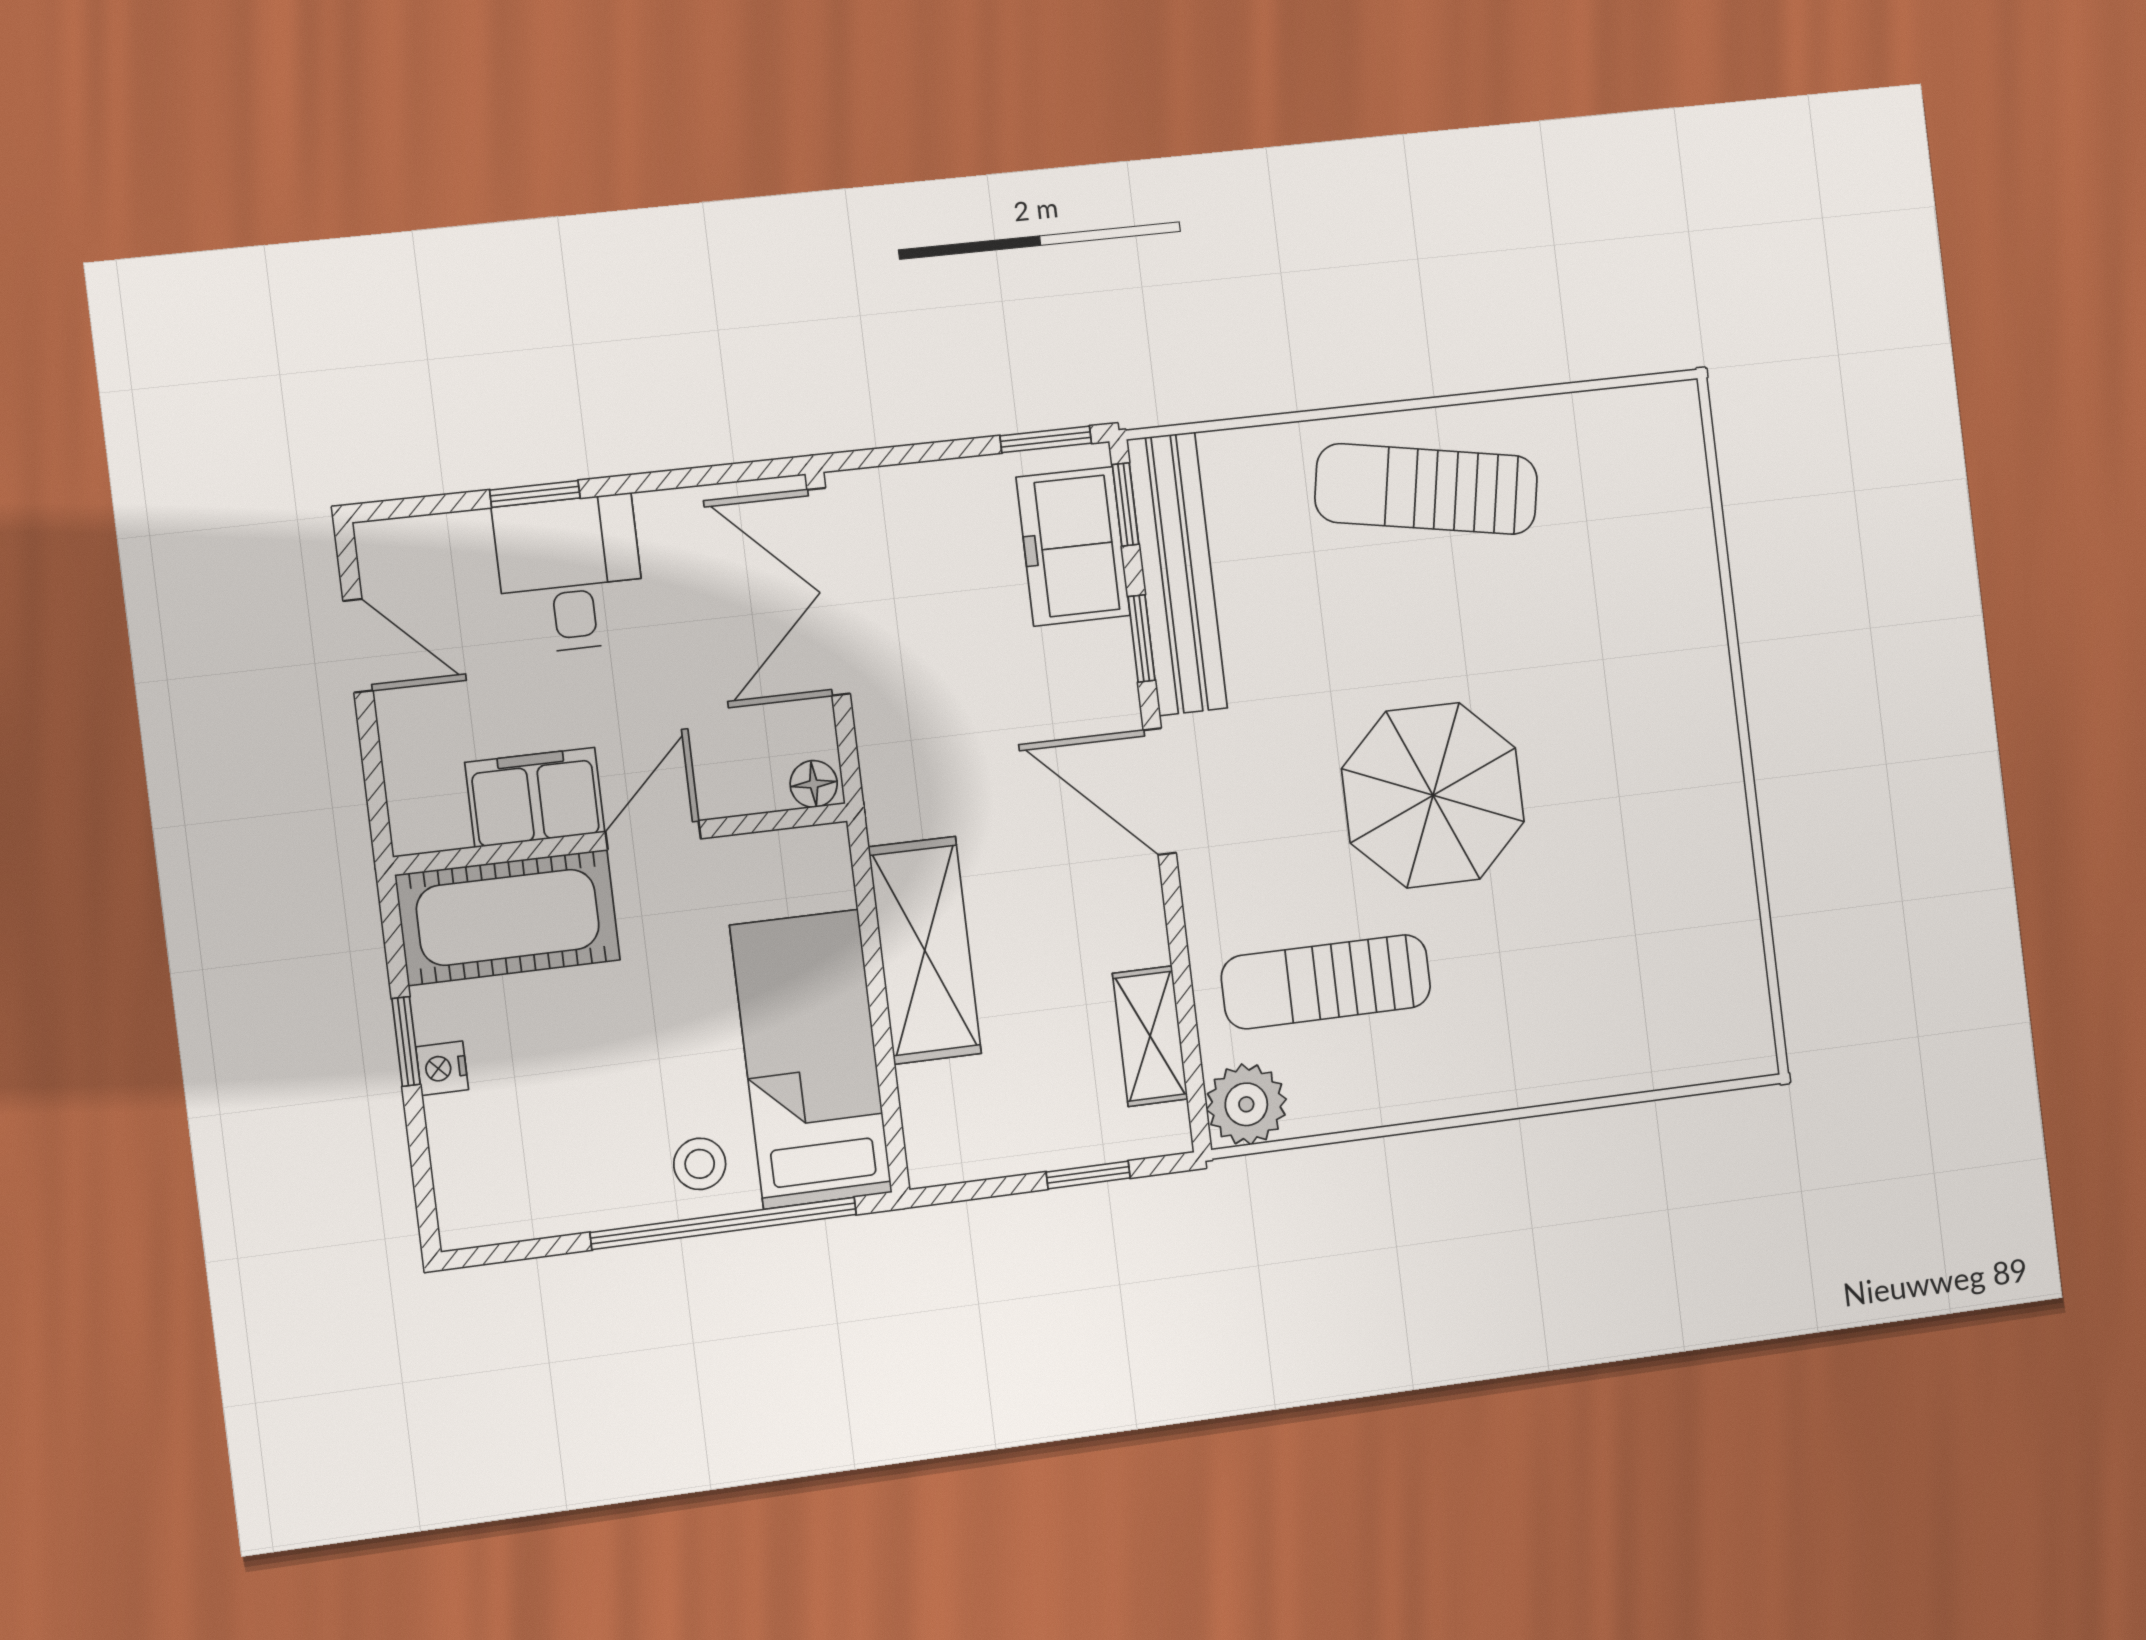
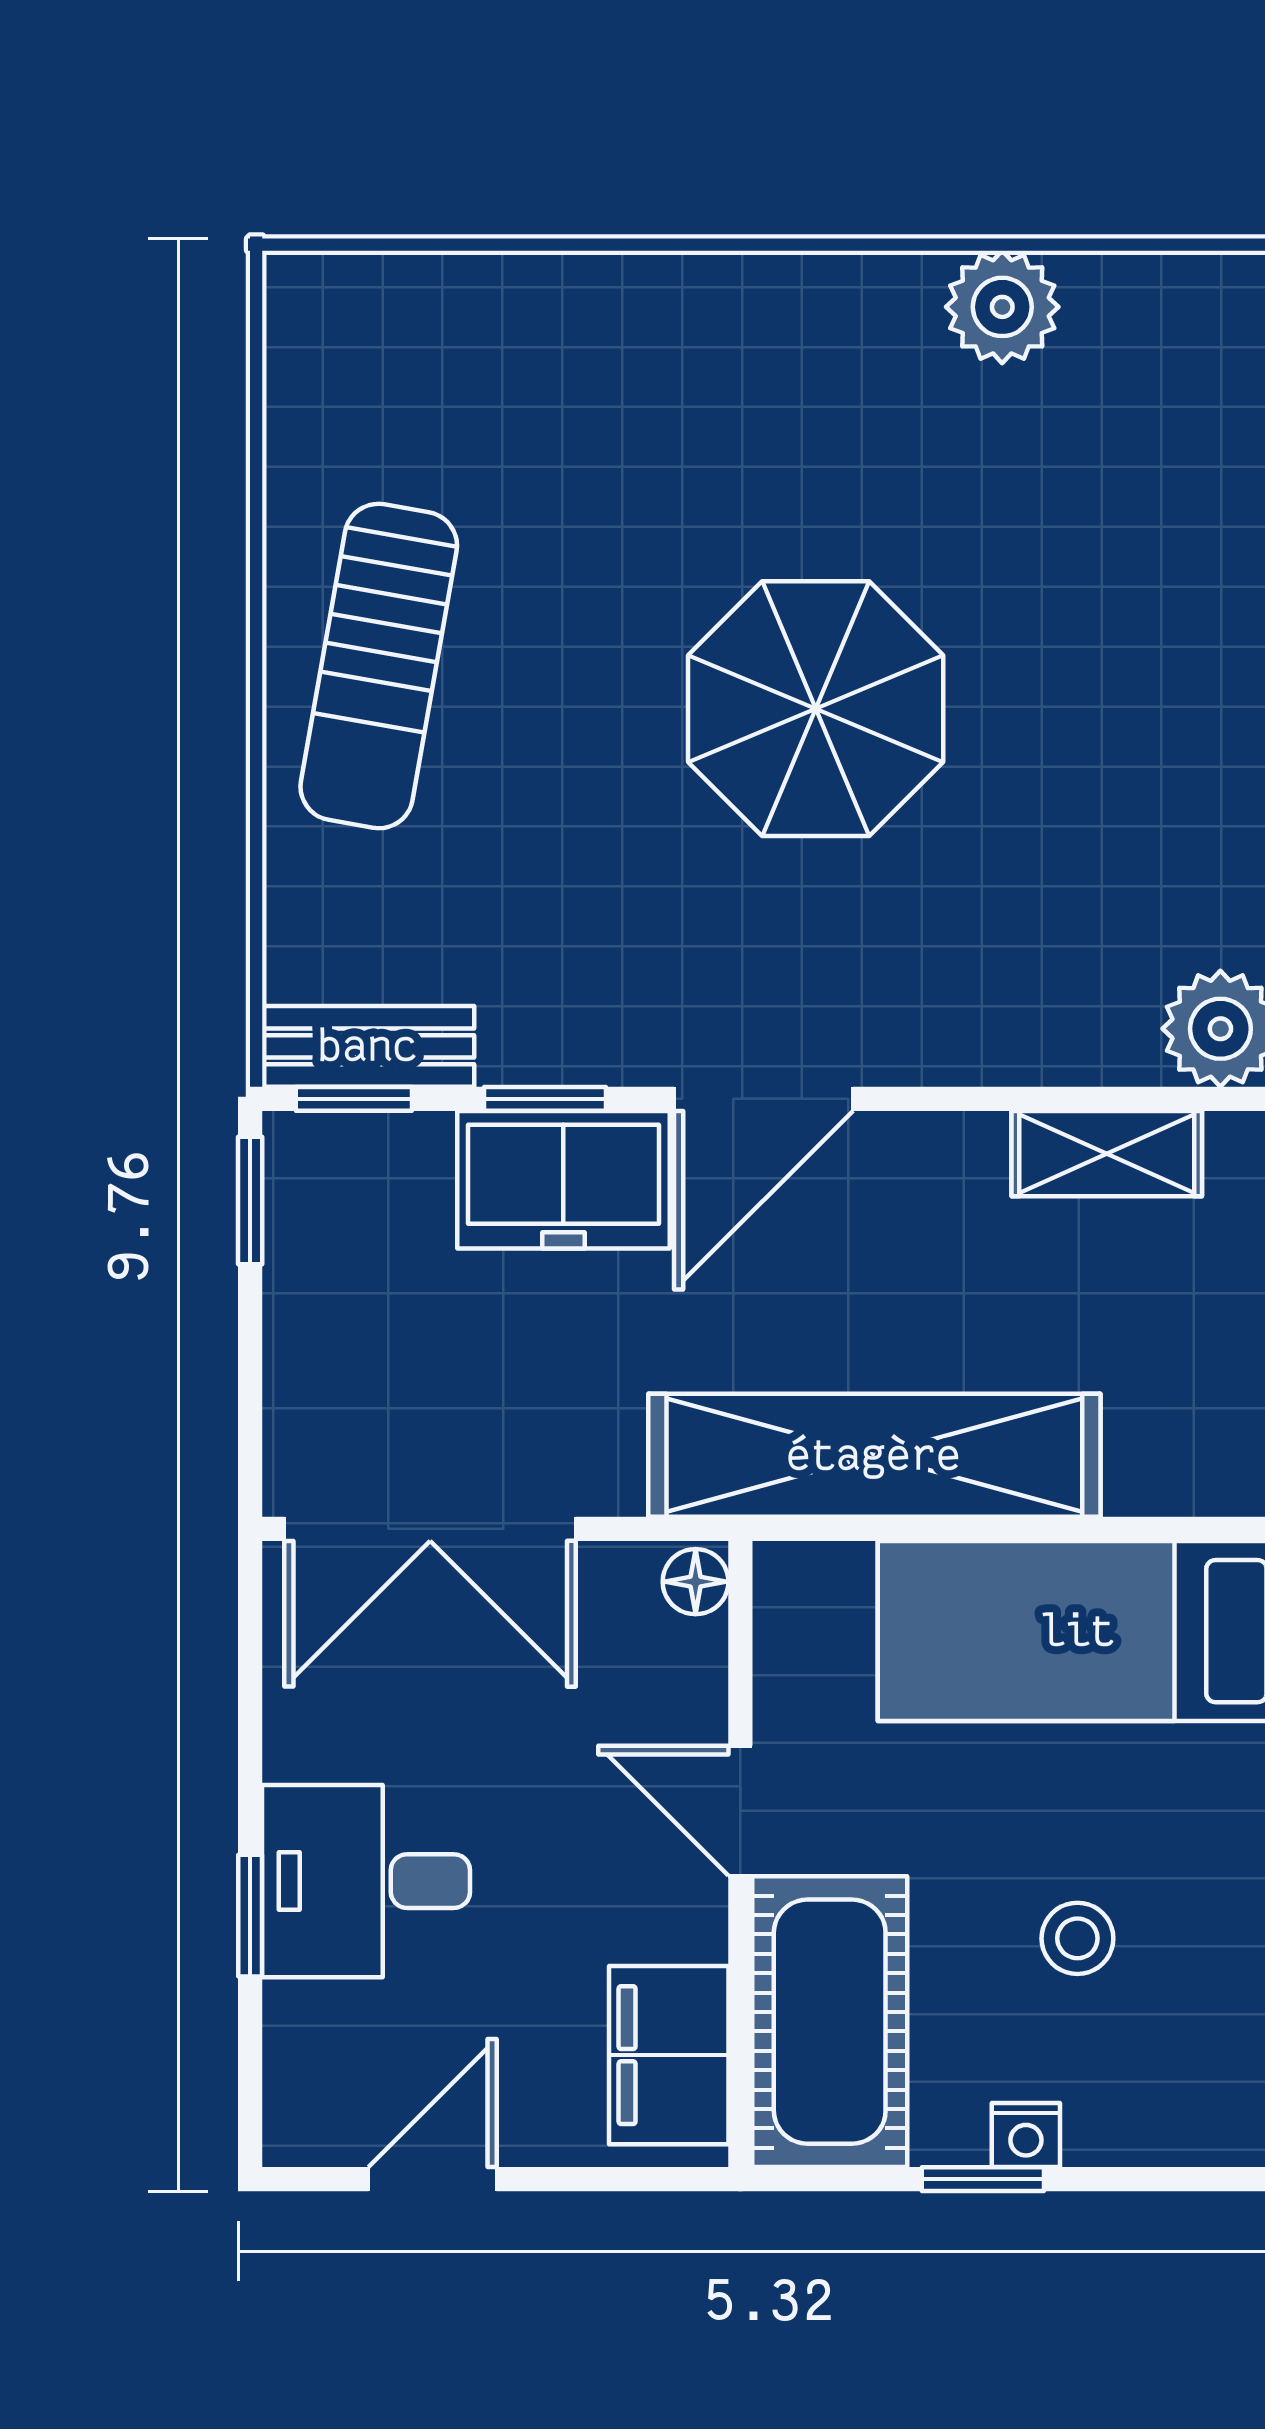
freezer: (1073, 546) -> (563, 1180), moved
bench: (1177, 574) -> (368, 1046), width x0.54, depth x0.82
filing cabinet: (535, 797) -> (669, 2055), moved
plant: (1720, 890) -> (1002, 307), added
shelving: (925, 950) -> (874, 1455), width x1.47
sun lounger: (1326, 982) -> (1062, 894), removed
stool: (700, 1164) -> (1077, 1938), moved

